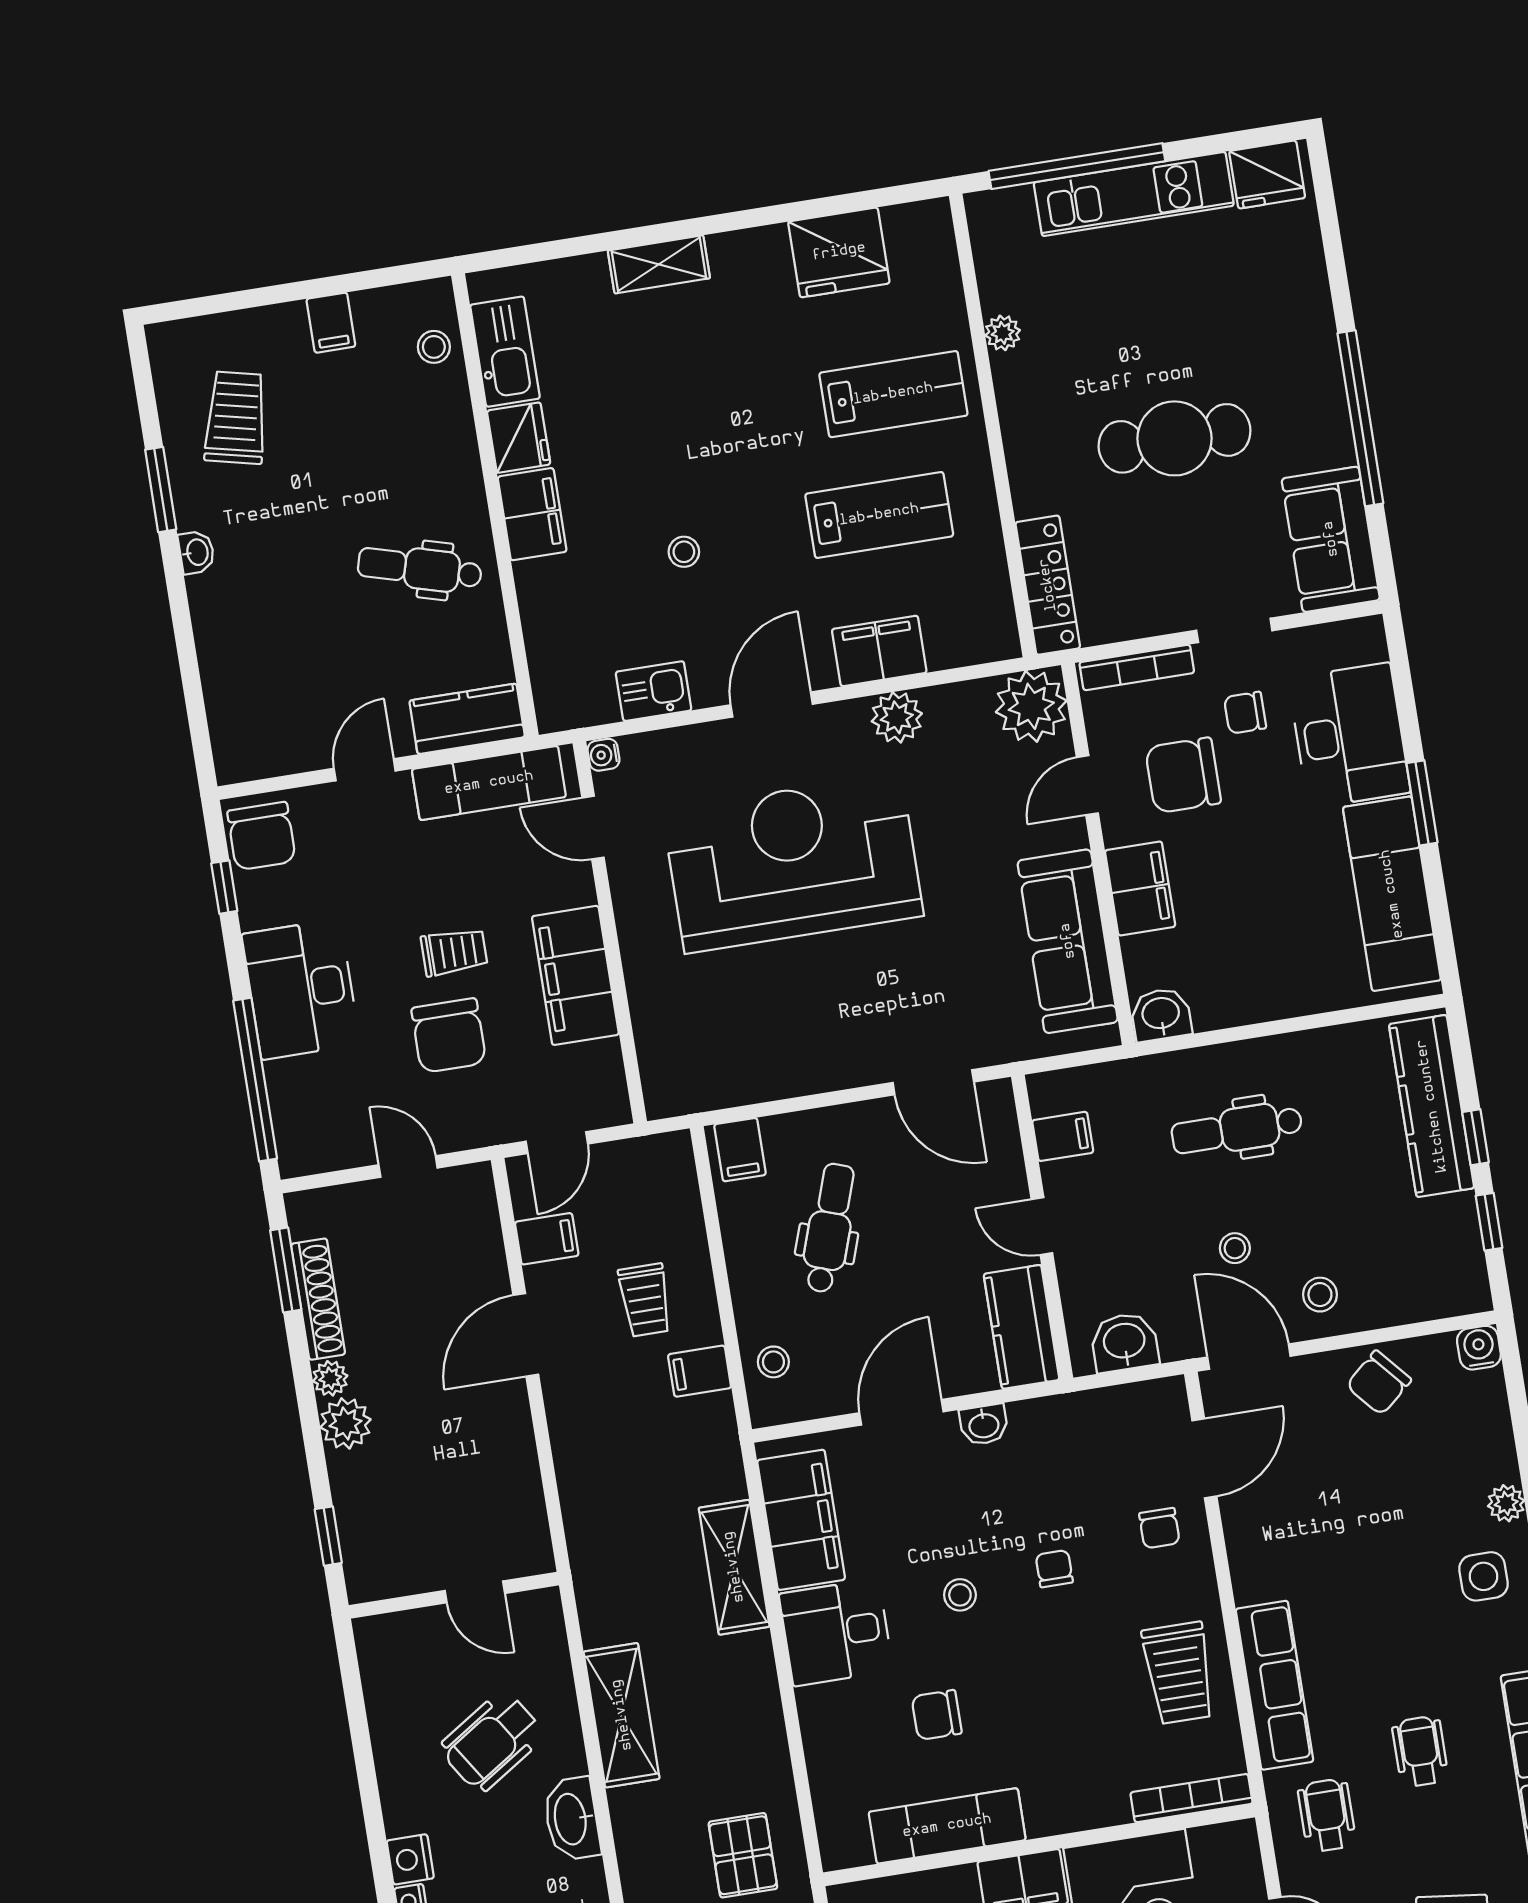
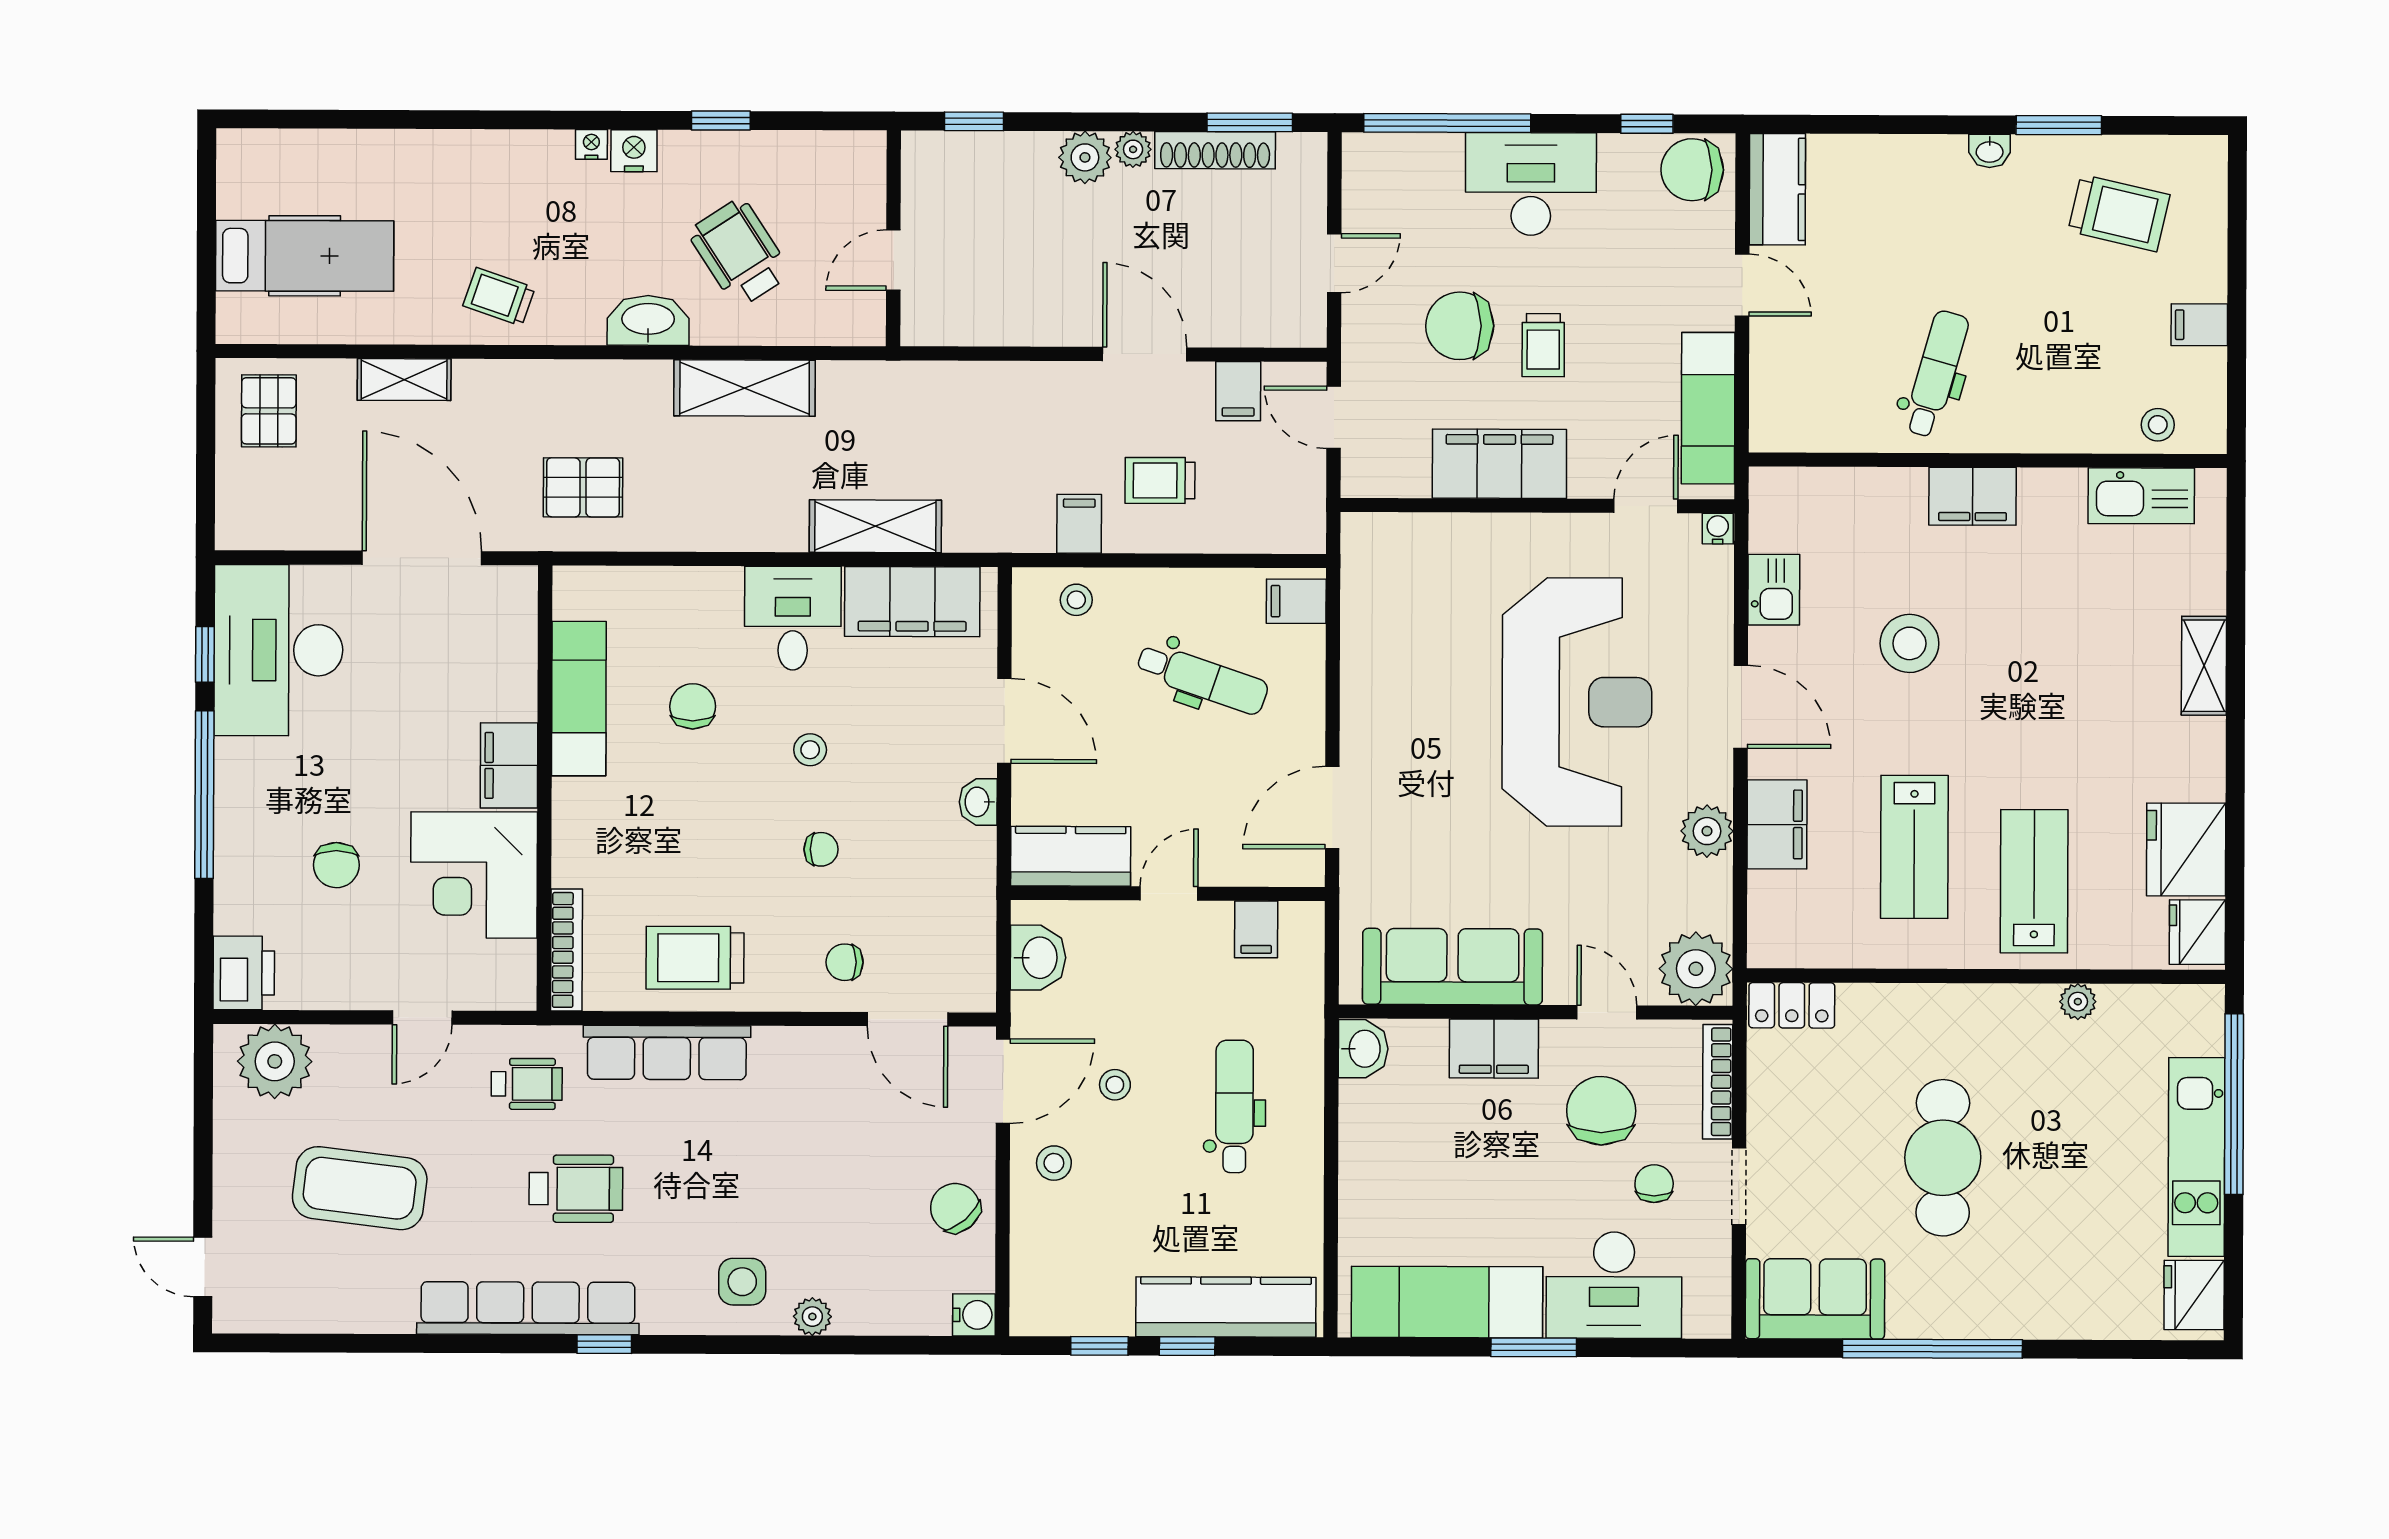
lab bench: (893, 394) -> (2034, 881), turned 180
fridge: (519, 438) -> (2197, 932), moved, turned 90
stool: (684, 552) -> (1909, 643), width x1.89, depth x1.89
locker: (1048, 585) -> (1792, 1005), width x0.66
kitchen counter: (467, 719) -> (1777, 189), moved
wheelchair: (1420, 1751) -> (576, 1189), width x1.36, depth x1.37
window: (367, 1780) -> (721, 121), added

